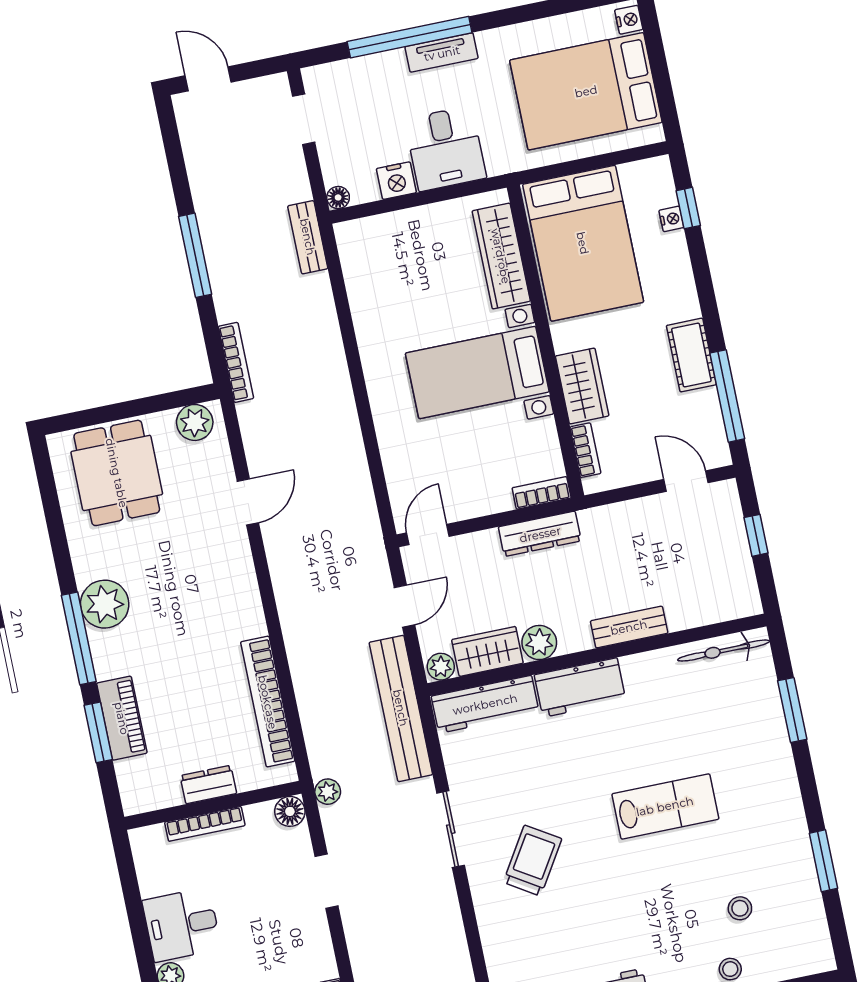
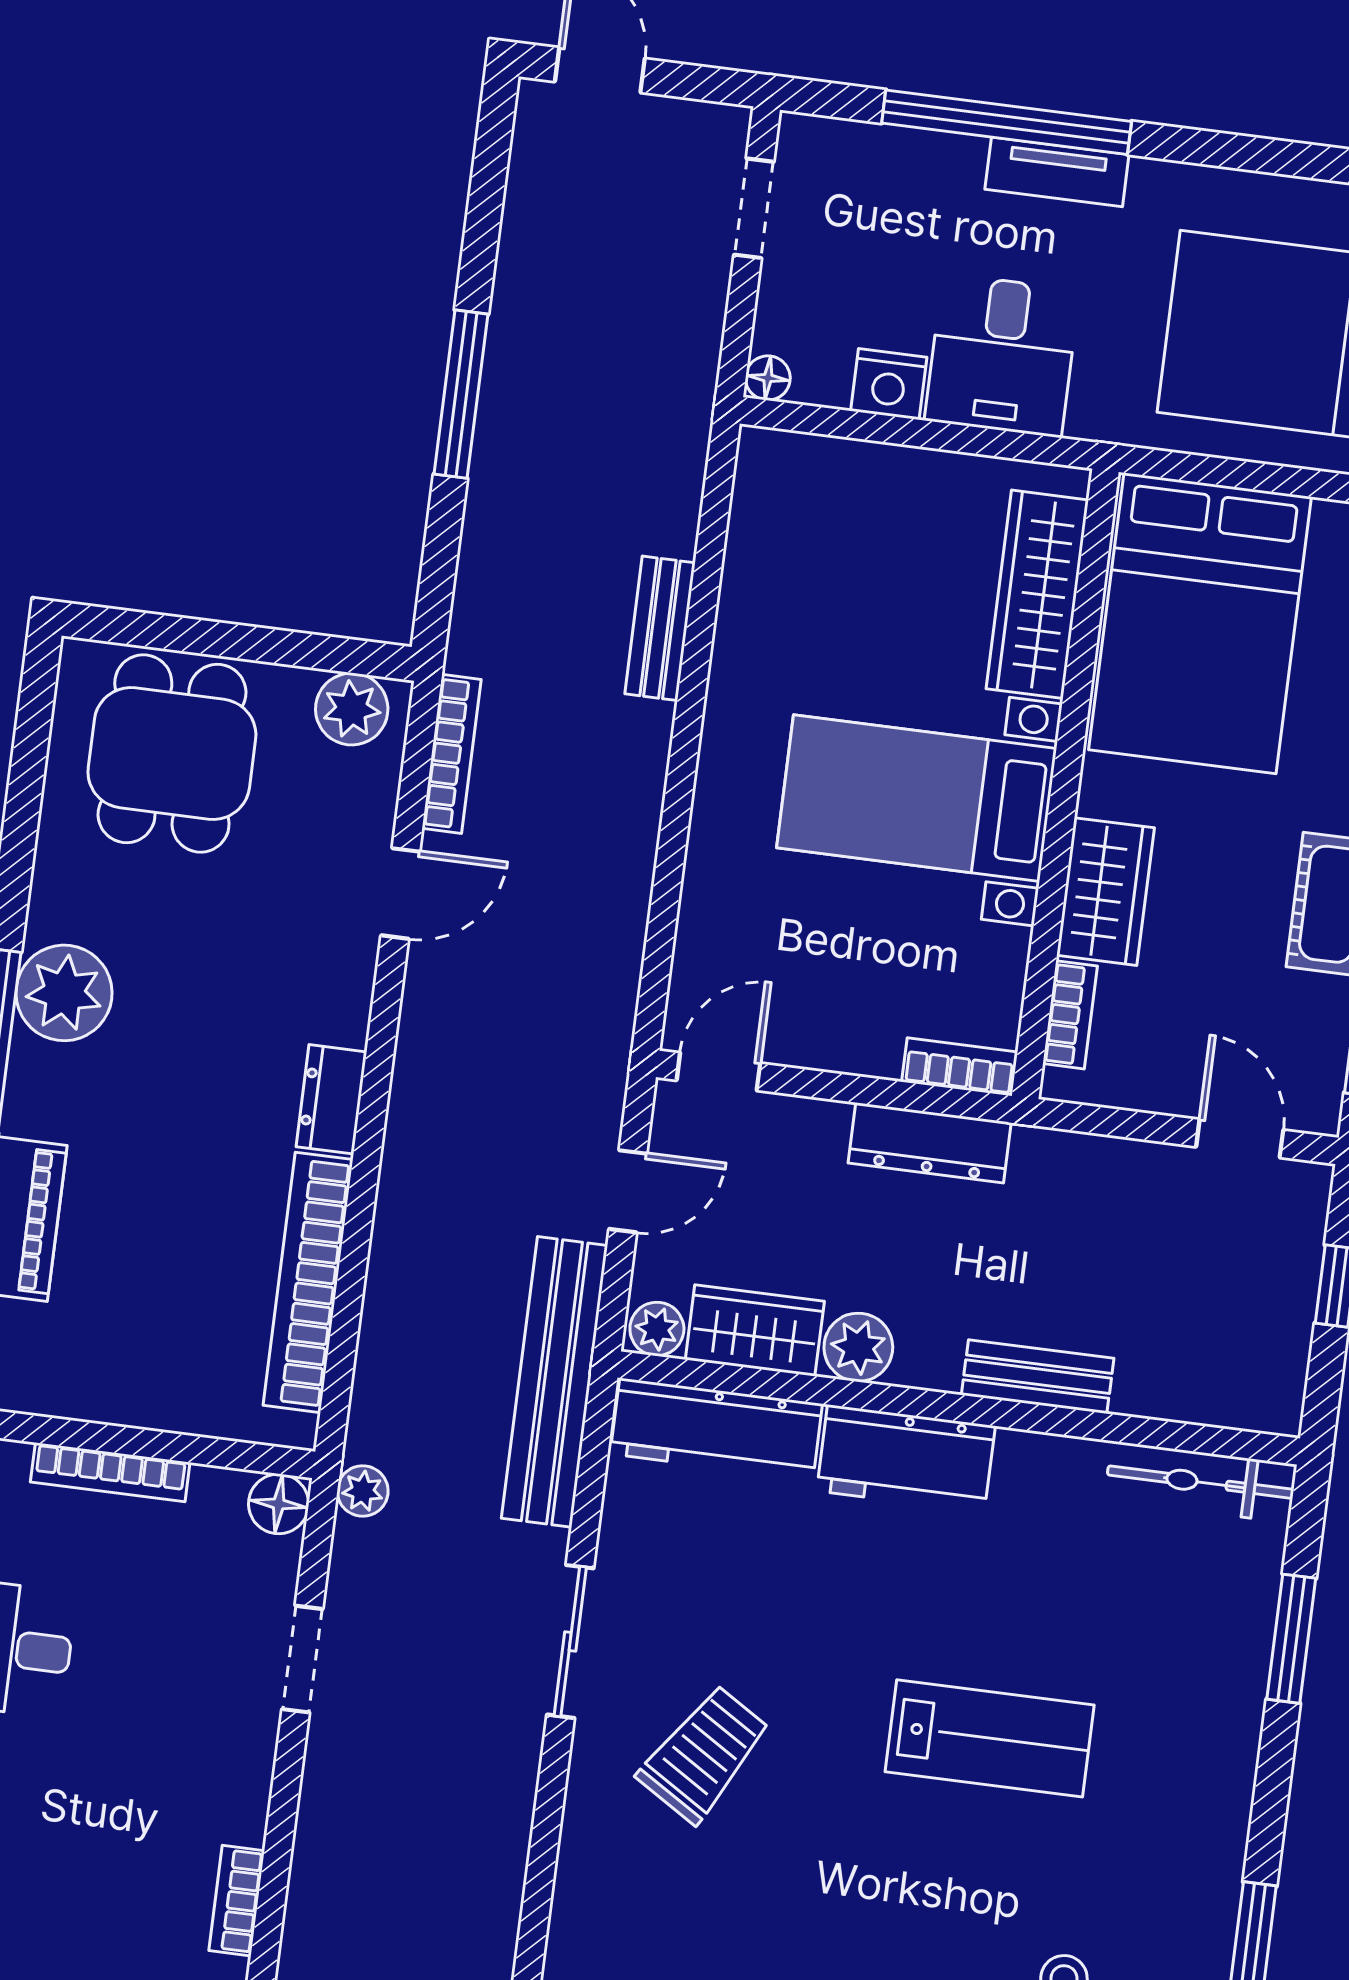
bench: (308, 237) -> (660, 628), moved
bookcase: (236, 362) -> (452, 754), moved
dresser: (208, 785) -> (331, 1099), moved, turned -90

